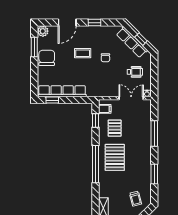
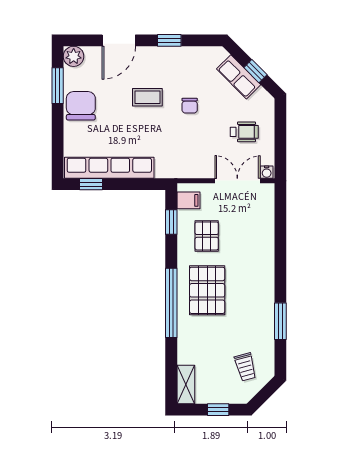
row of seats: (132, 42) -> (239, 77), width x0.68
window: (154, 134) -> (280, 246), removed

